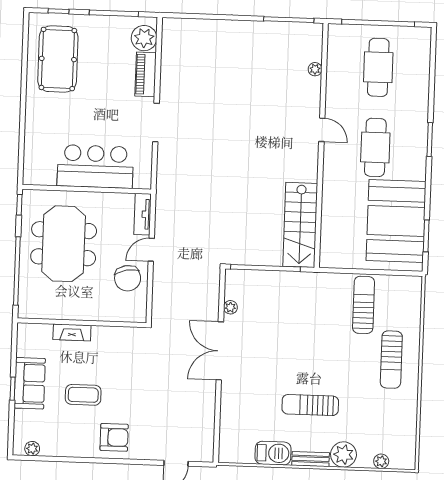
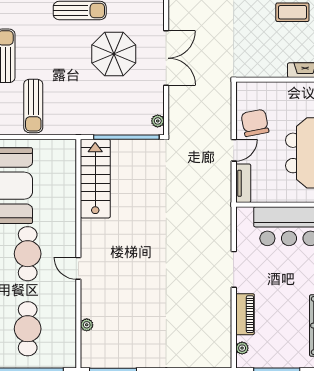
plant: (144, 38) -> (242, 348), width x0.53, depth x0.53
plant: (230, 307) -> (158, 121), moved
parasol: (275, 357) -> (114, 54), added

